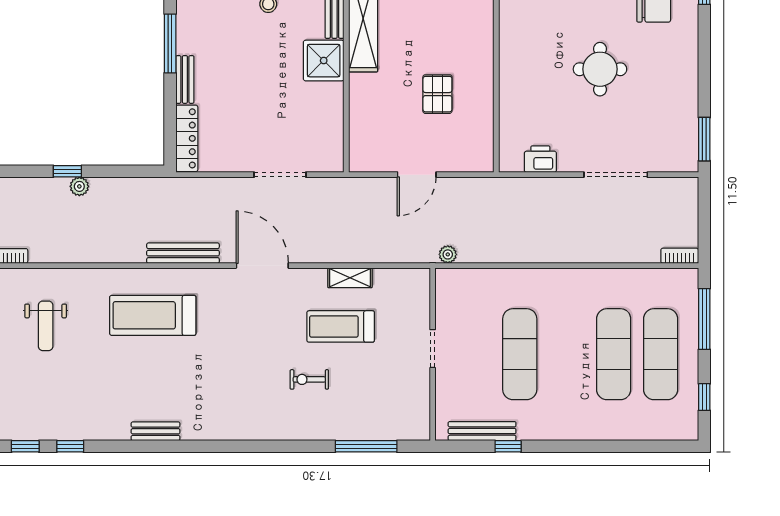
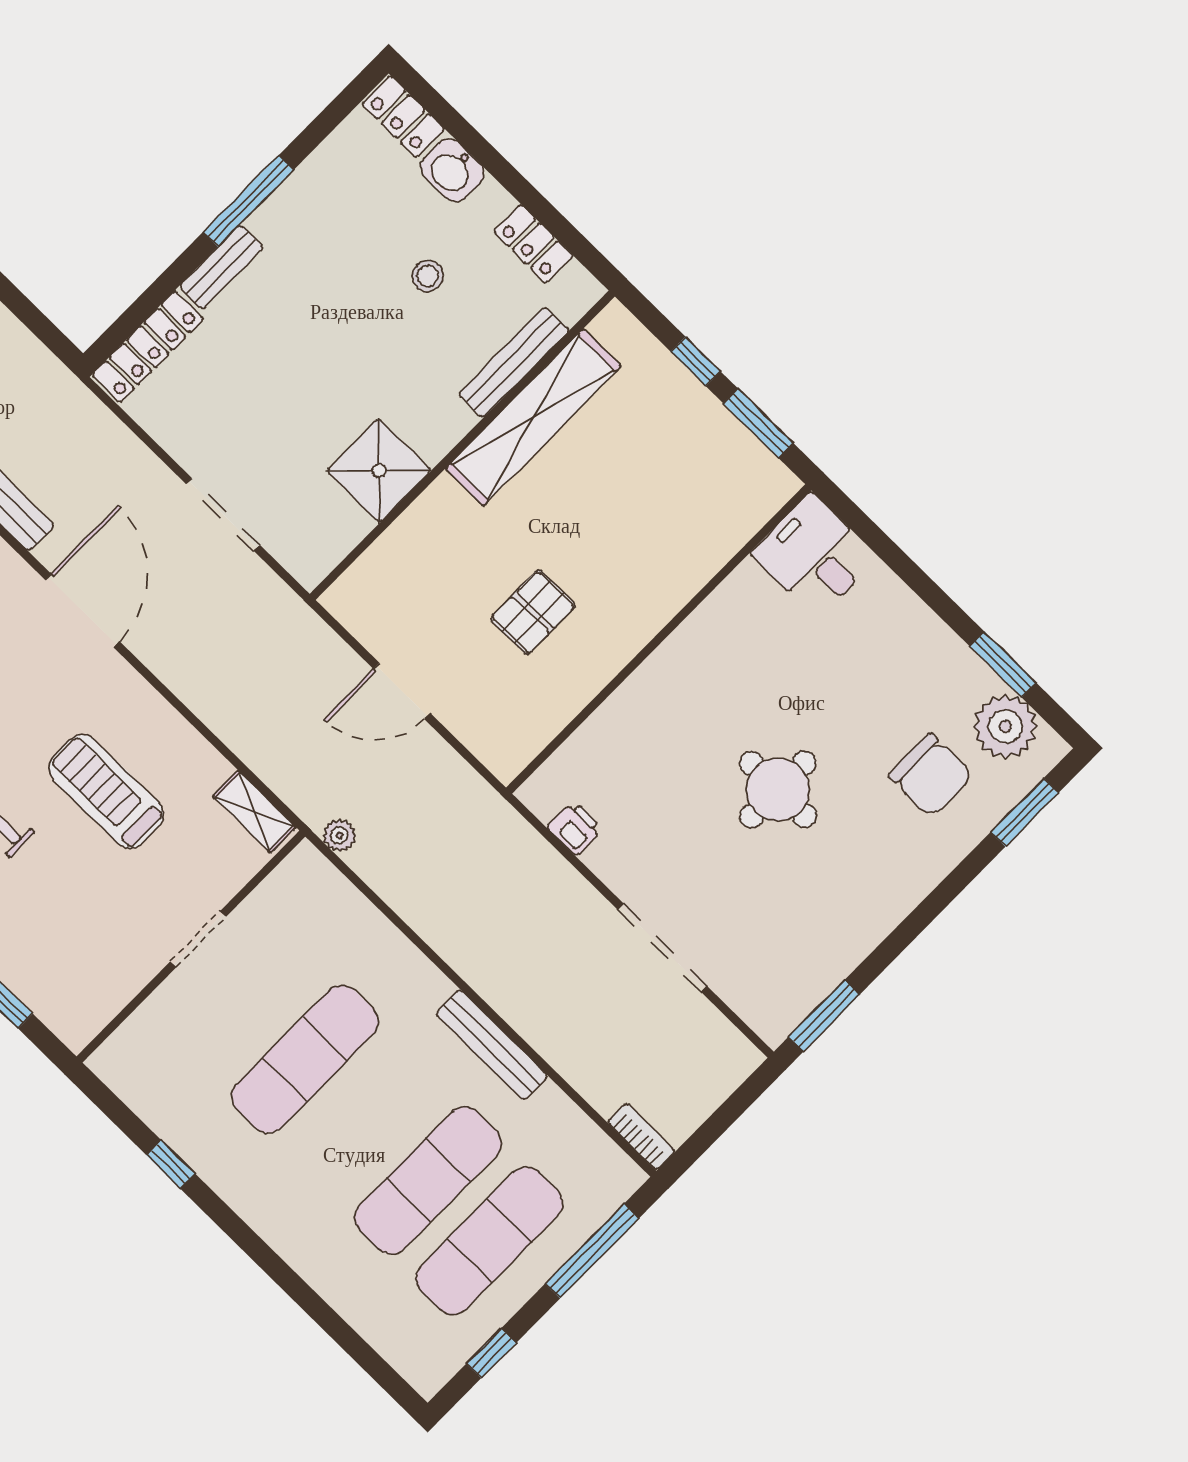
shower: (324, 61) -> (379, 471), moved
printer: (540, 159) -> (575, 828), width x0.73, depth x0.81
shelving: (350, 278) -> (254, 812), moved
bench: (482, 431) -> (492, 1045), moved

